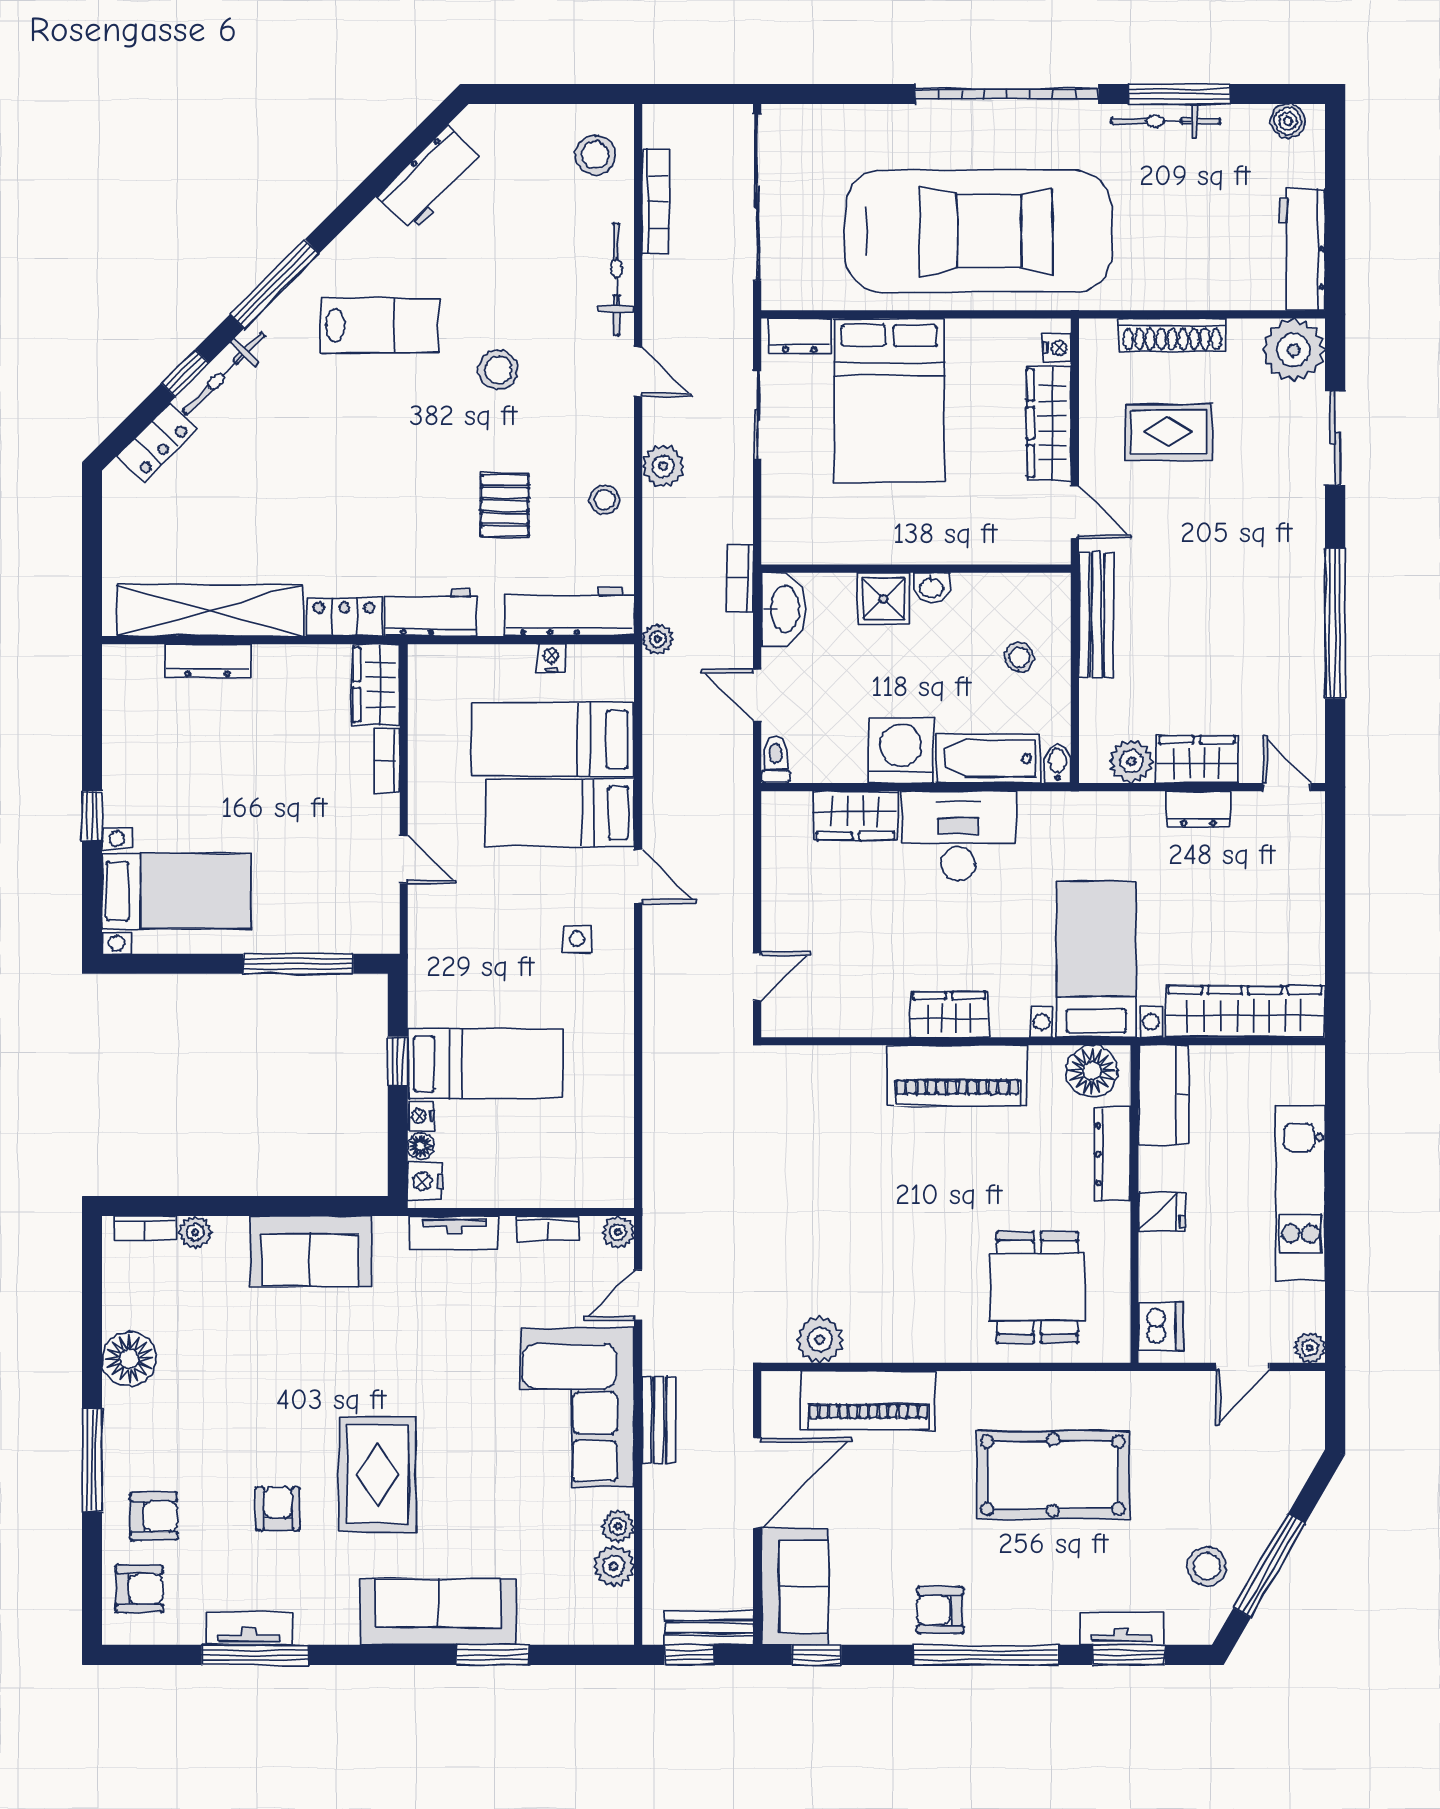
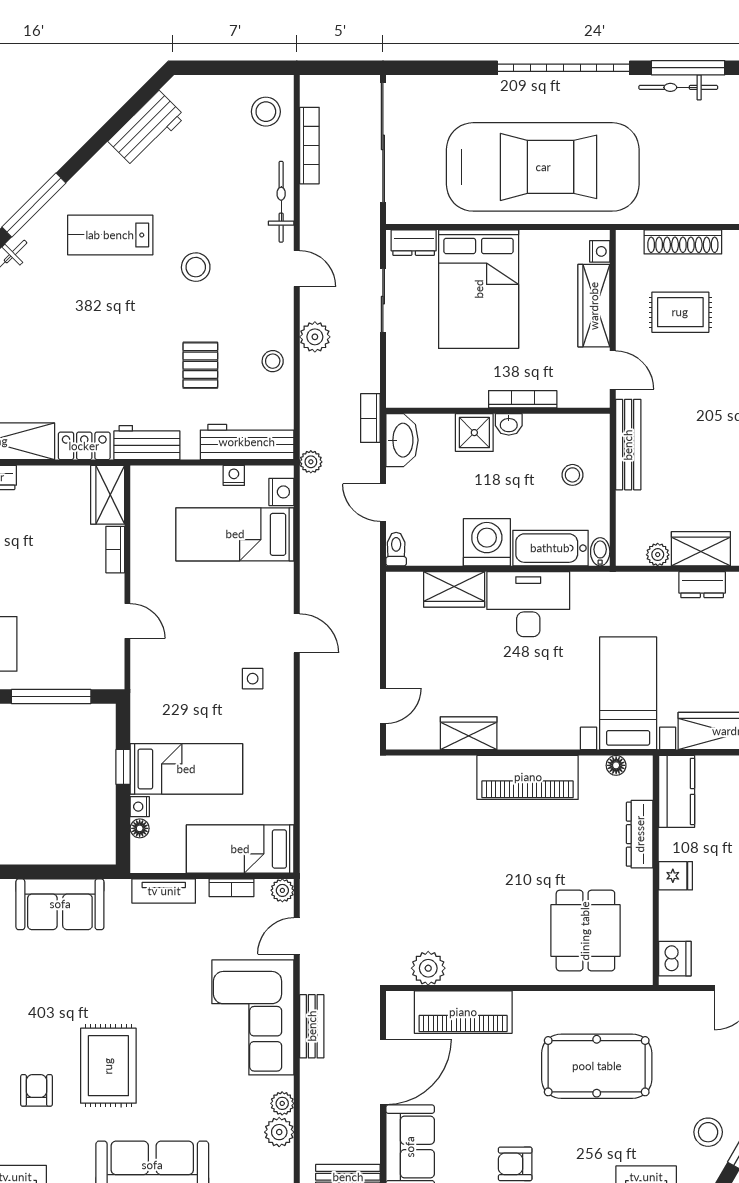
lab bench: (380, 325) -> (110, 235), turned 180
bookcase: (951, 553) -> (523, 399), added
plant: (1131, 761) -> (658, 555), width x0.73, depth x0.73
bed: (560, 813) -> (240, 849), moved
wardrobe: (949, 1015) -> (469, 733), moved
floor lamp: (1092, 1071) -> (616, 765), width x0.53, depth x0.53
nightstand: (425, 1181) -> (281, 492), moved, turned 180

